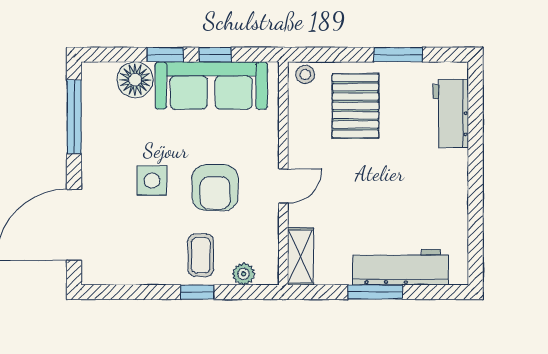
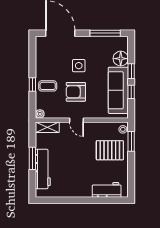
window: (398, 55) -> (131, 141), moved
plant: (244, 274) -> (40, 114), moved

